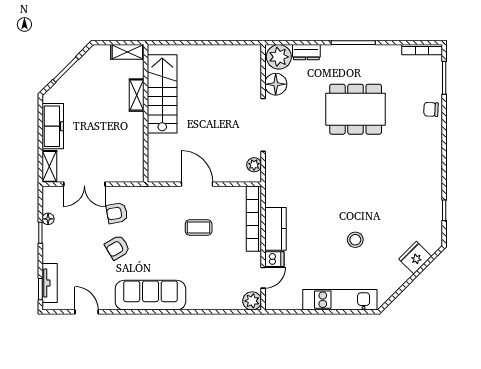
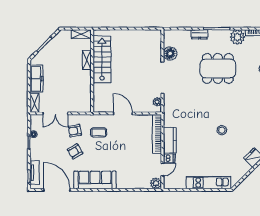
dresser: (306, 52) -> (199, 34), moved
plant: (279, 57) -> (237, 37), moved
coffee table: (199, 228) -> (99, 132), moved
stool: (355, 240) -> (222, 130), moved
door: (87, 312) -> (57, 190), width x1.87

